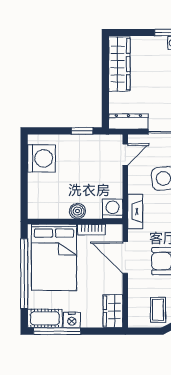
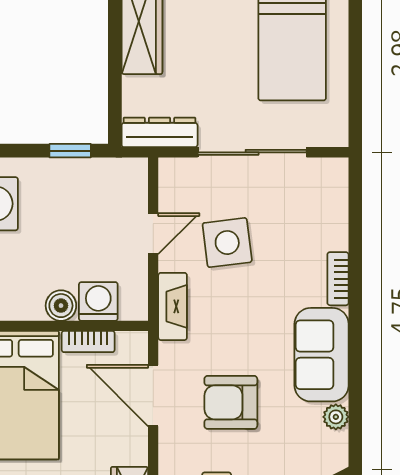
door: (125, 154) -> (153, 234), moved
washing machine: (113, 209) -> (98, 301), moved

